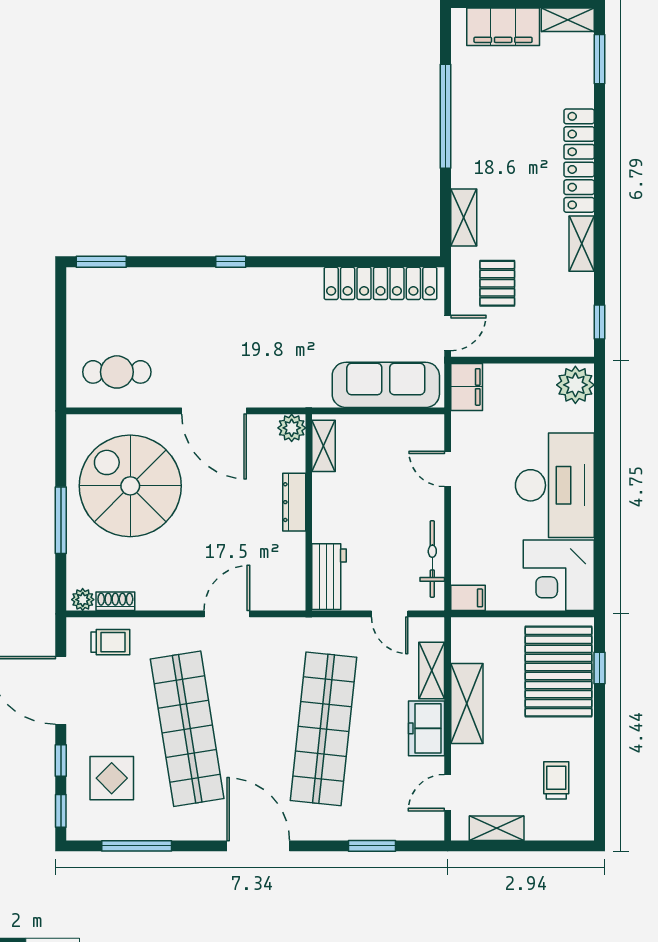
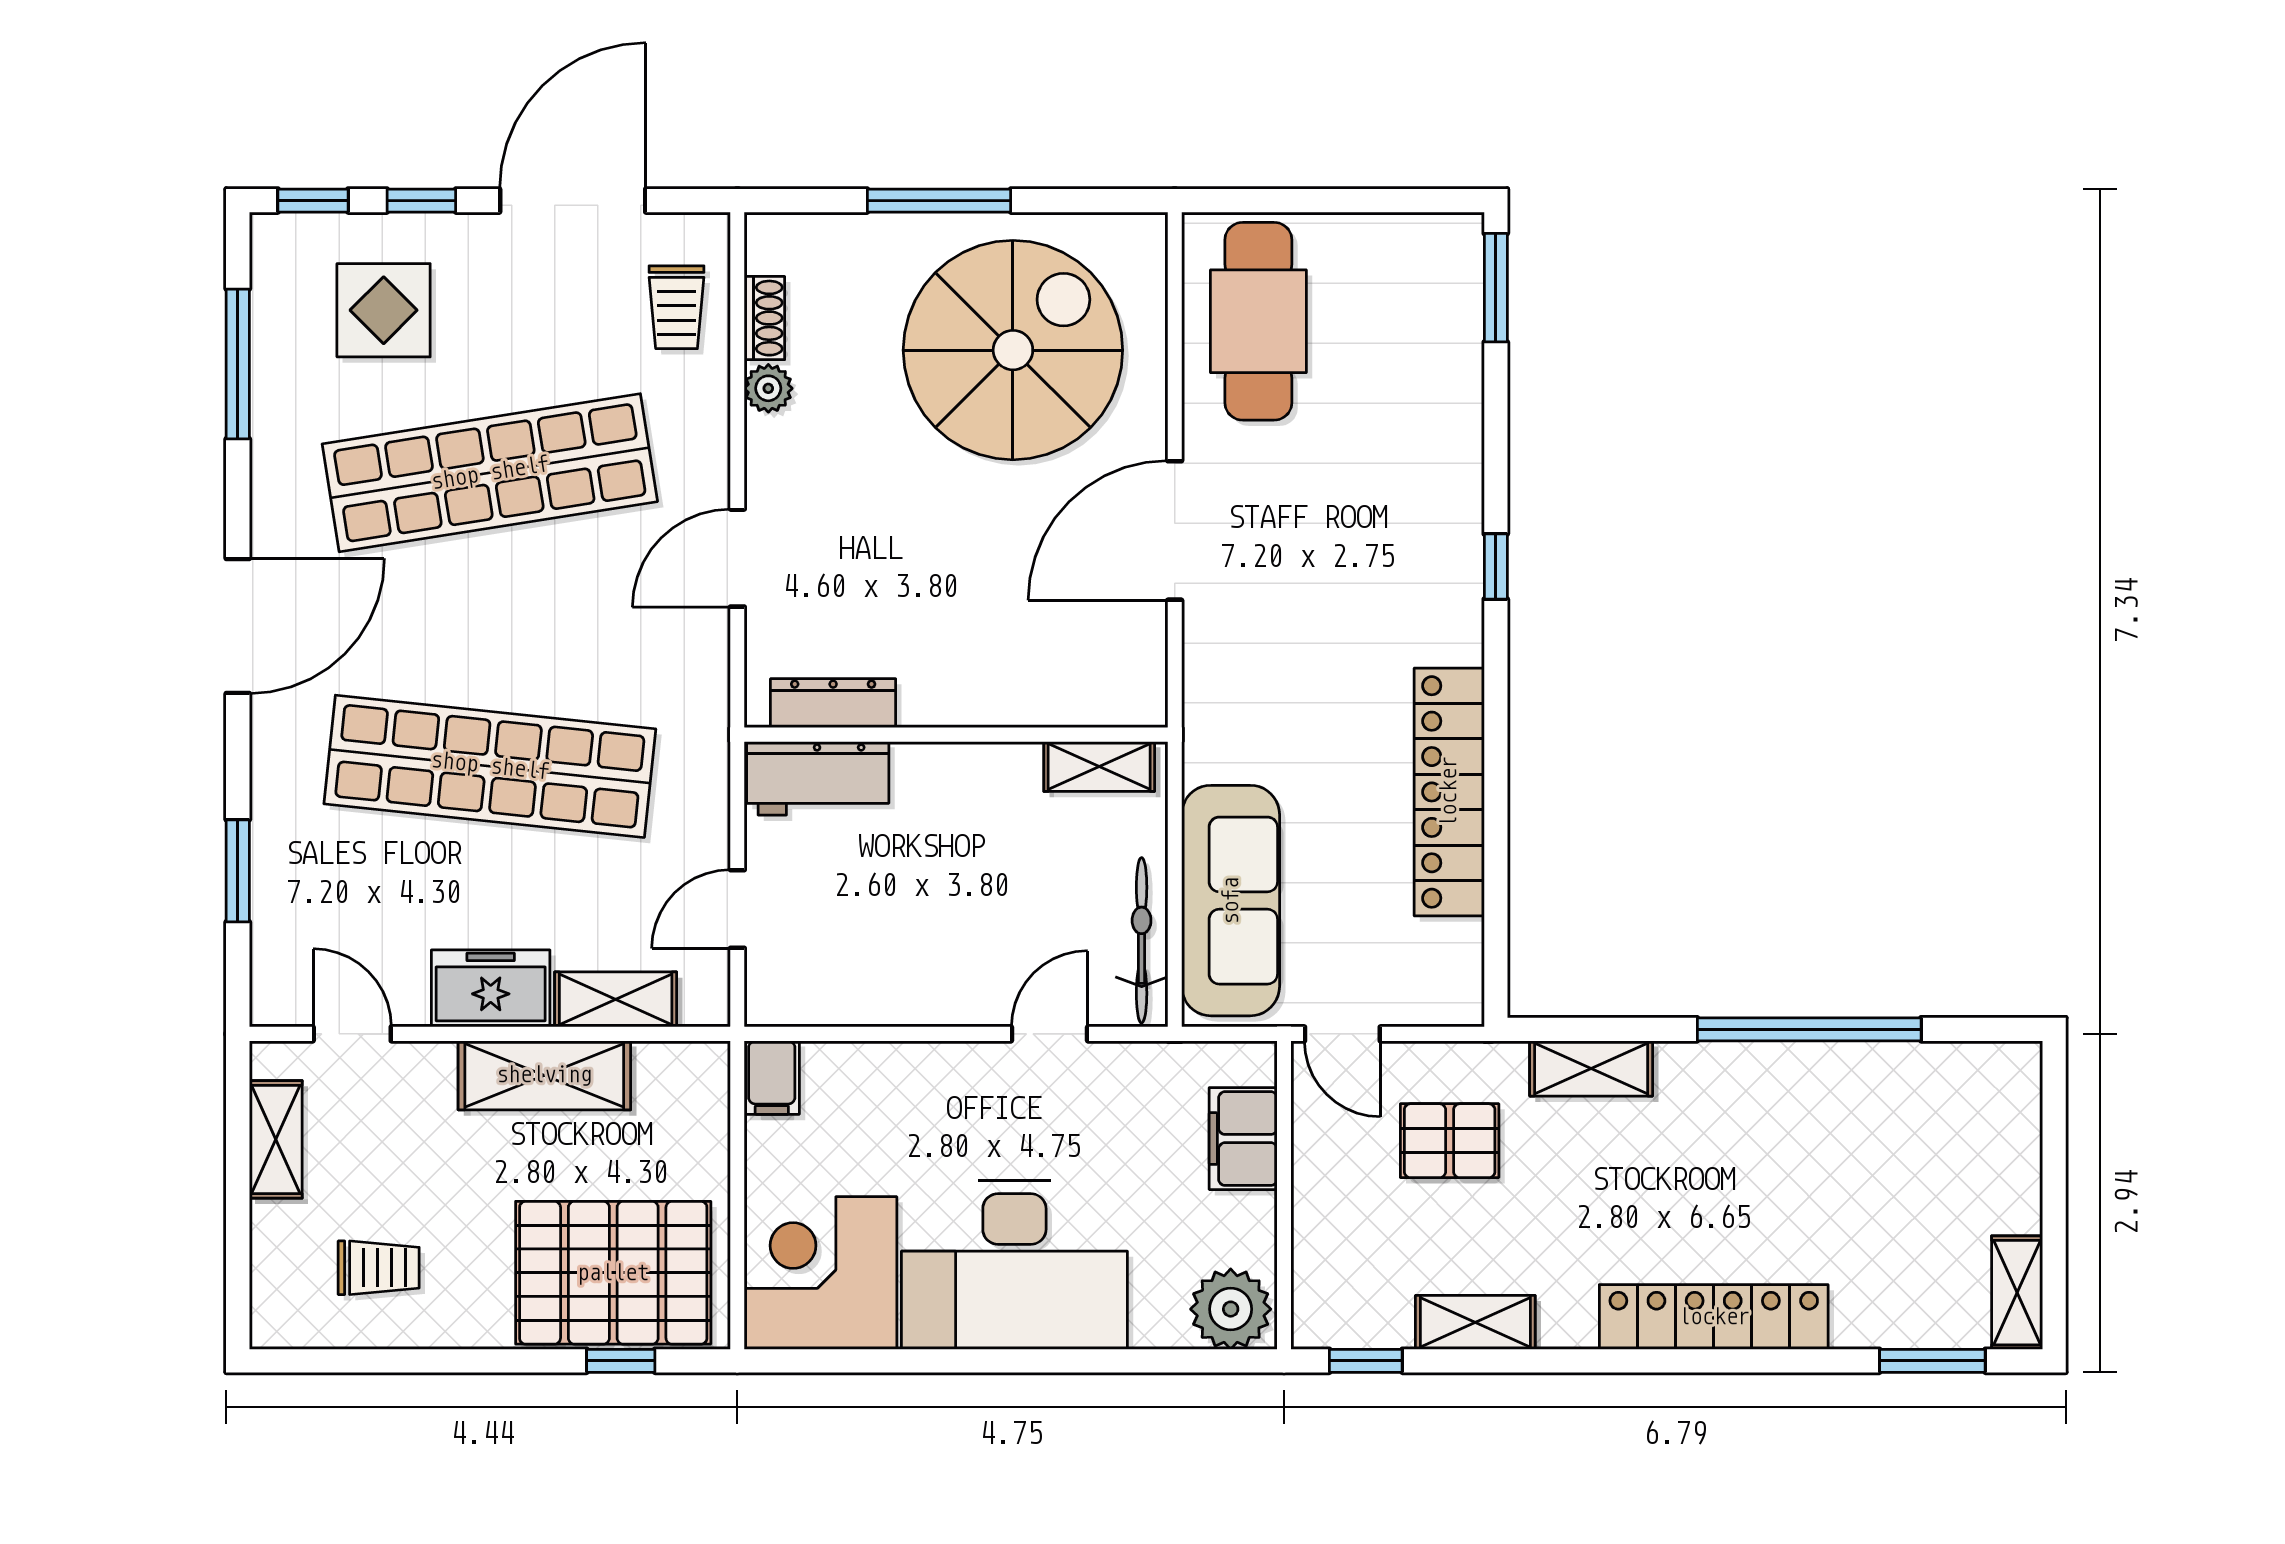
filing cabinet: (503, 27) -> (2002, 1153), removed
shelving: (582, 244) -> (1475, 1322), moved
locker: (380, 283) -> (1449, 792), moved
cafe table: (117, 372) -> (1258, 321), width x1.37, depth x1.35
filing cabinet: (467, 387) -> (1243, 1139), moved, turned 90
plant: (292, 428) -> (1138, 698), removed
dresser: (294, 502) -> (833, 703), moved
bicycle: (432, 559) -> (1142, 940), moved, turned -90
plant: (83, 600) -> (768, 388), moved
door: (227, 614) -> (737, 558), swing flipped

